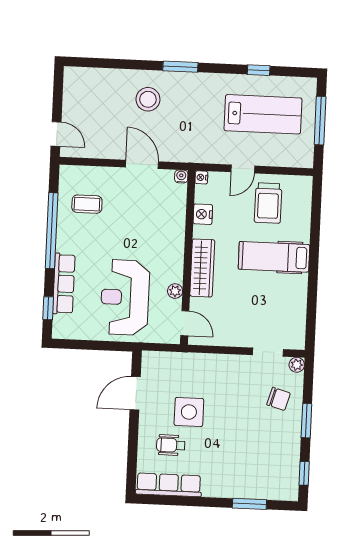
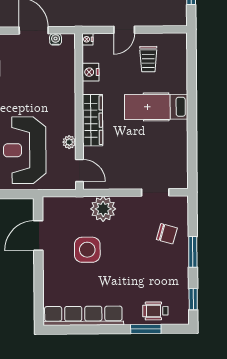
water cooler: (181, 176) -> (56, 39), moved
trolley: (268, 203) -> (148, 59), width x0.73, depth x0.72
plant: (297, 365) -> (103, 209), moved, width x1.88, depth x1.88
wheelchair: (171, 445) -> (155, 311), moved
row of seats: (169, 485) -> (83, 316), width x1.36

